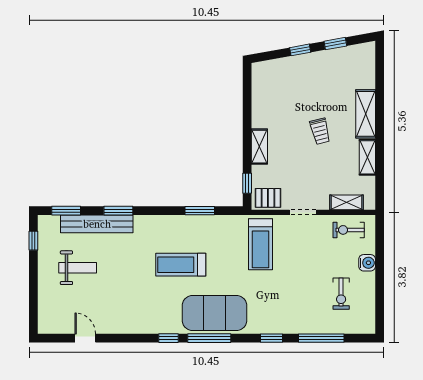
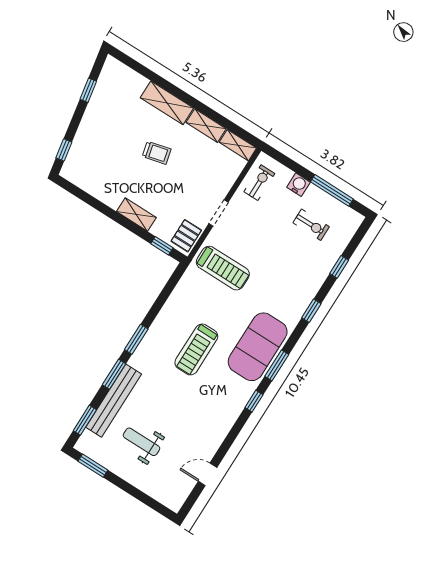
window: (300, 50) -> (64, 150), moved
shelving: (346, 202) -> (238, 145), moved, turned 90
window: (200, 211) -> (136, 339), moved
exercise bike: (349, 230) -> (259, 183), turned 180
window: (33, 241) -> (93, 466), width x1.50
weight bench: (78, 268) -> (141, 442), turned -90
window: (380, 293) -> (332, 190), added
window: (209, 338) -> (277, 365), width x0.69
window: (321, 338) -> (339, 267), width x0.46

